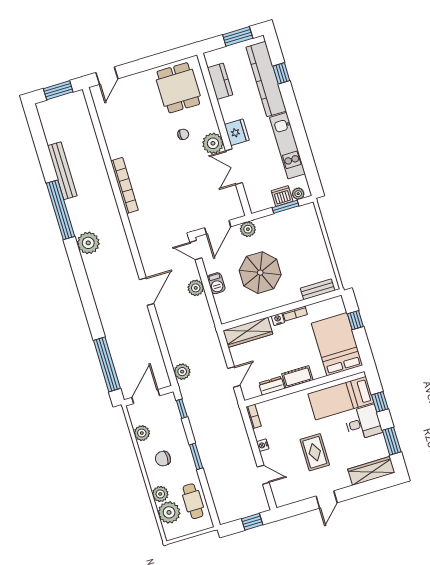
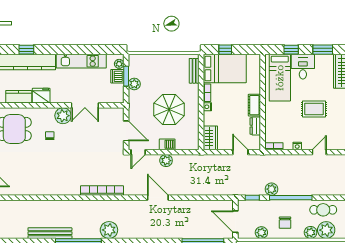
fridge: (237, 132) -> (41, 96), moved
bookcase: (124, 186) -> (102, 190), moved
plant: (248, 229) -> (134, 84), moved
wardrobe: (248, 332) -> (210, 138), width x0.67
bed: (337, 344) -> (225, 69), moved, turned 180
plant: (182, 372) -> (271, 189), moved
window: (196, 456) -> (291, 198), width x2.11

